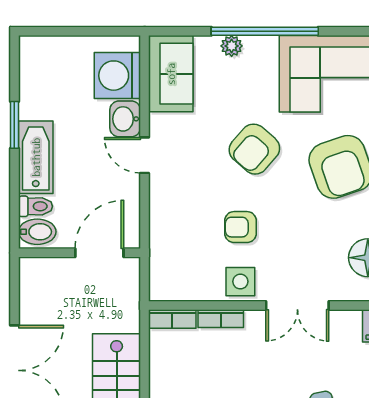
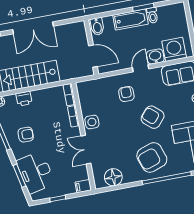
toilet: (35, 206) -> (152, 15), moved
armchair: (240, 227) -> (126, 94), moved

